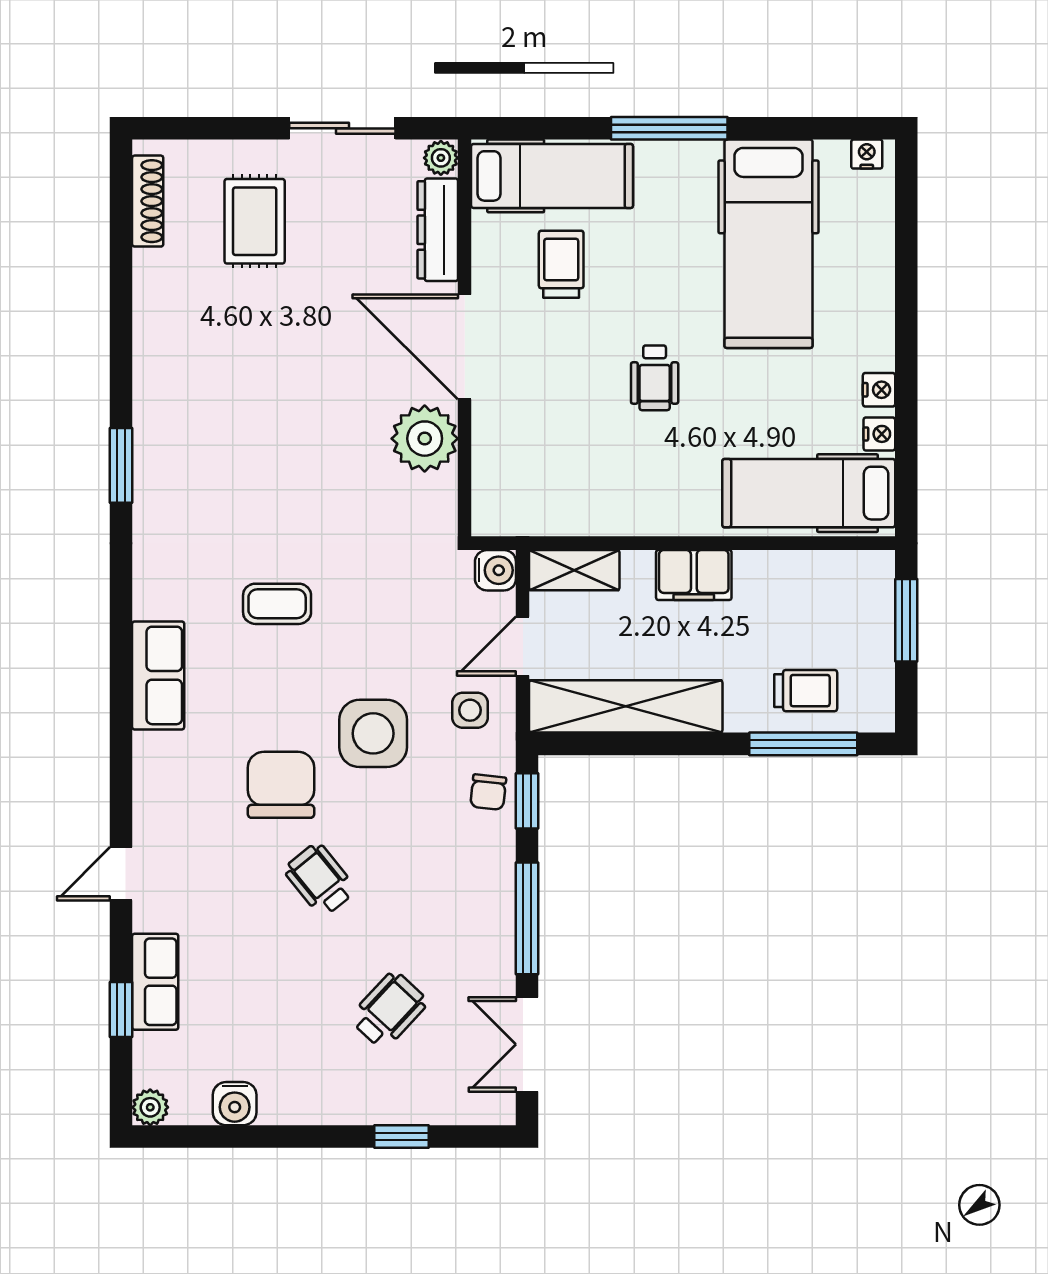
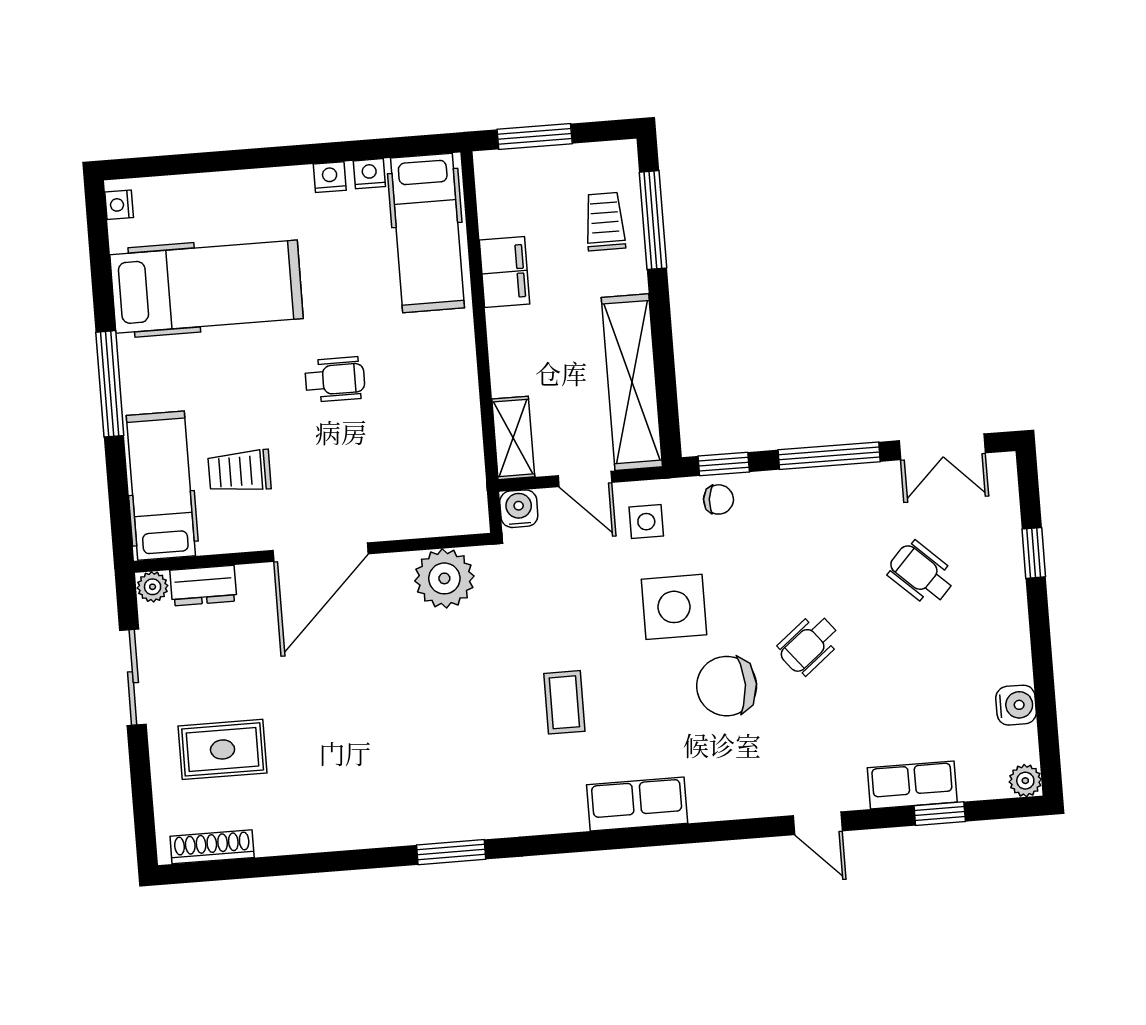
dresser: (438, 230) -> (203, 586), width x0.70
plant: (425, 439) -> (444, 578), moved
filing cabinet: (694, 575) -> (504, 272), moved

